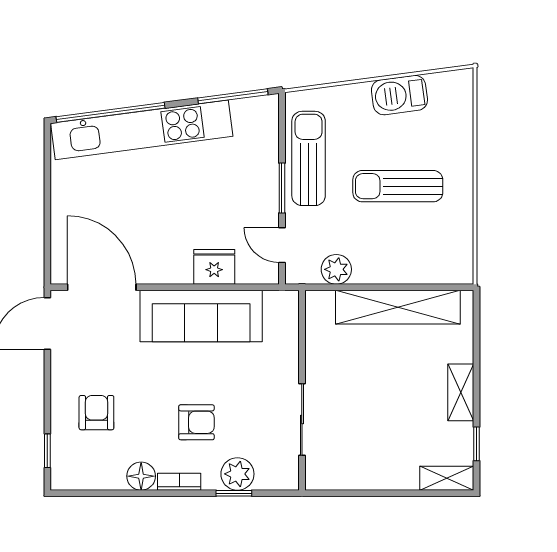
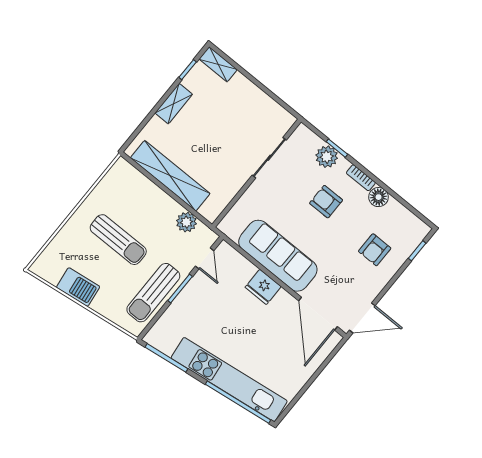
fridge: (214, 267) -> (263, 287), moved

